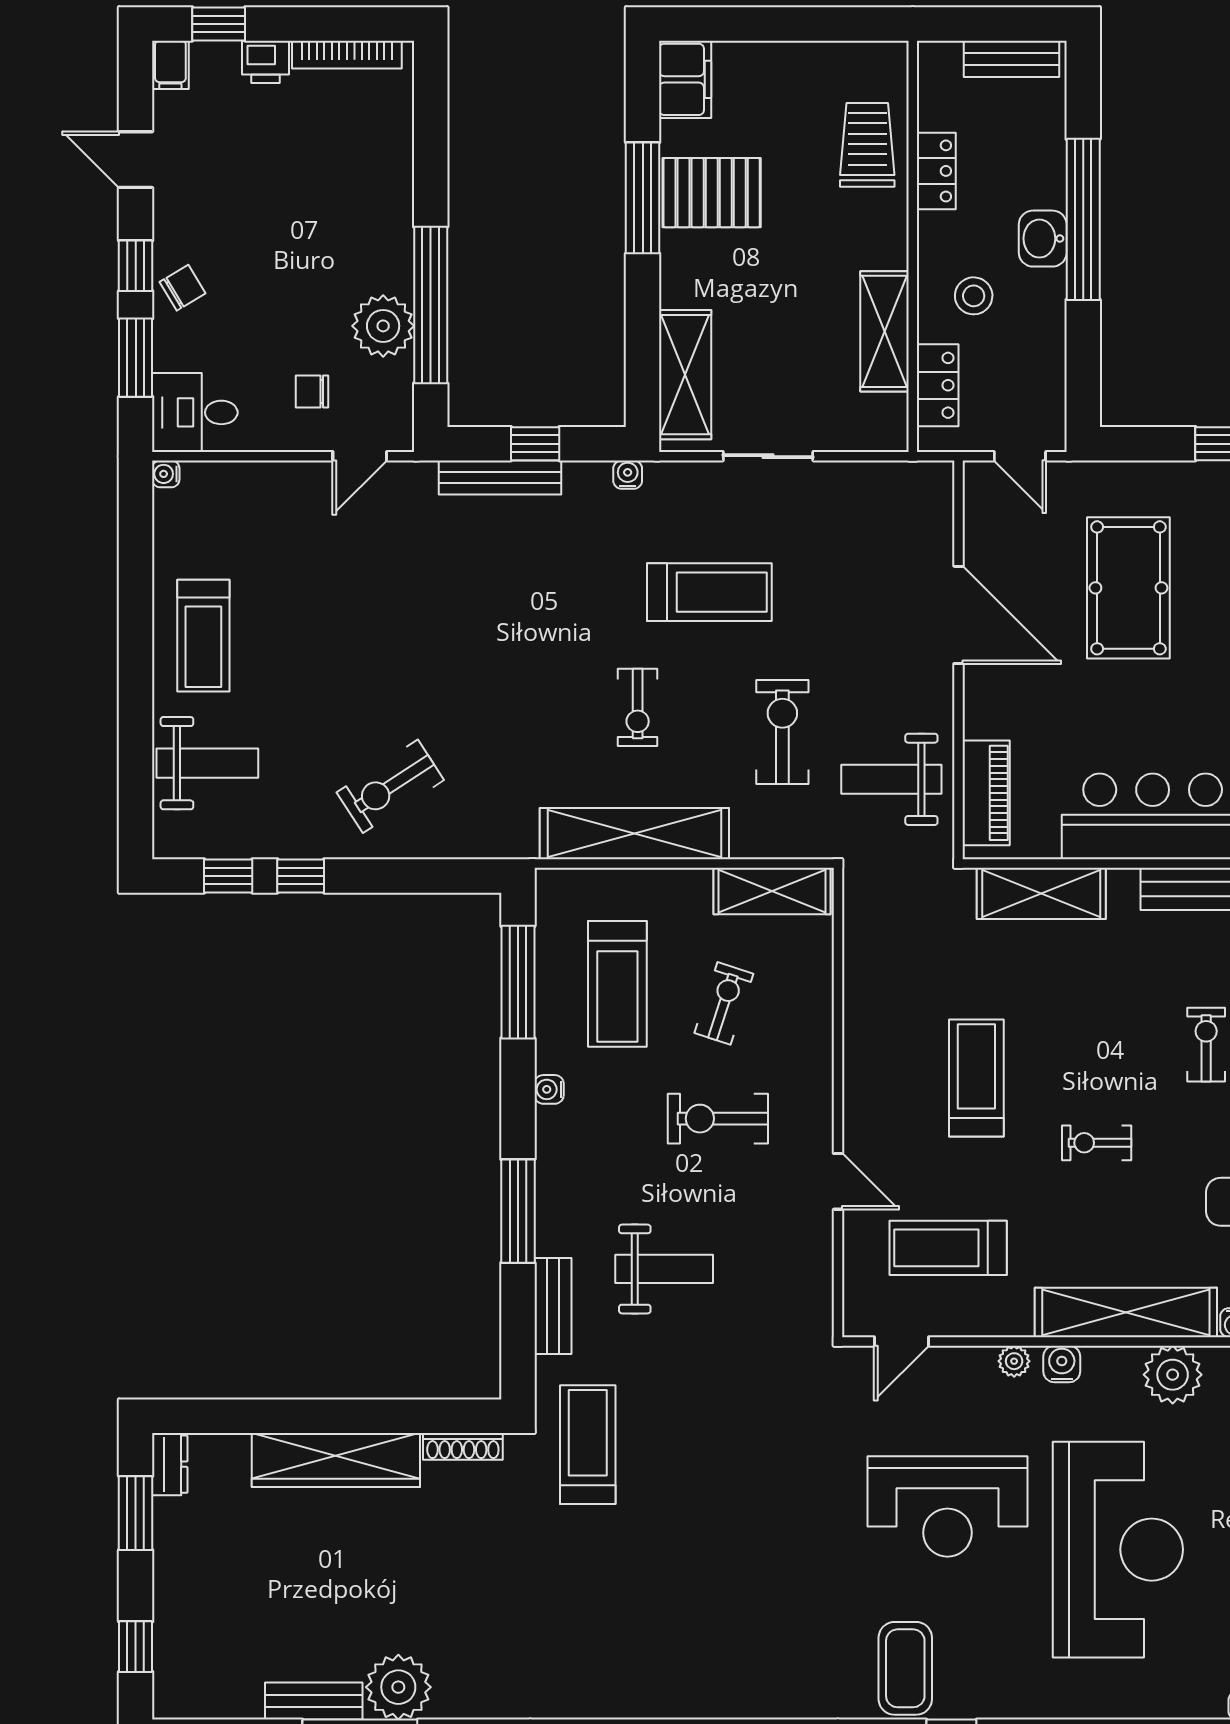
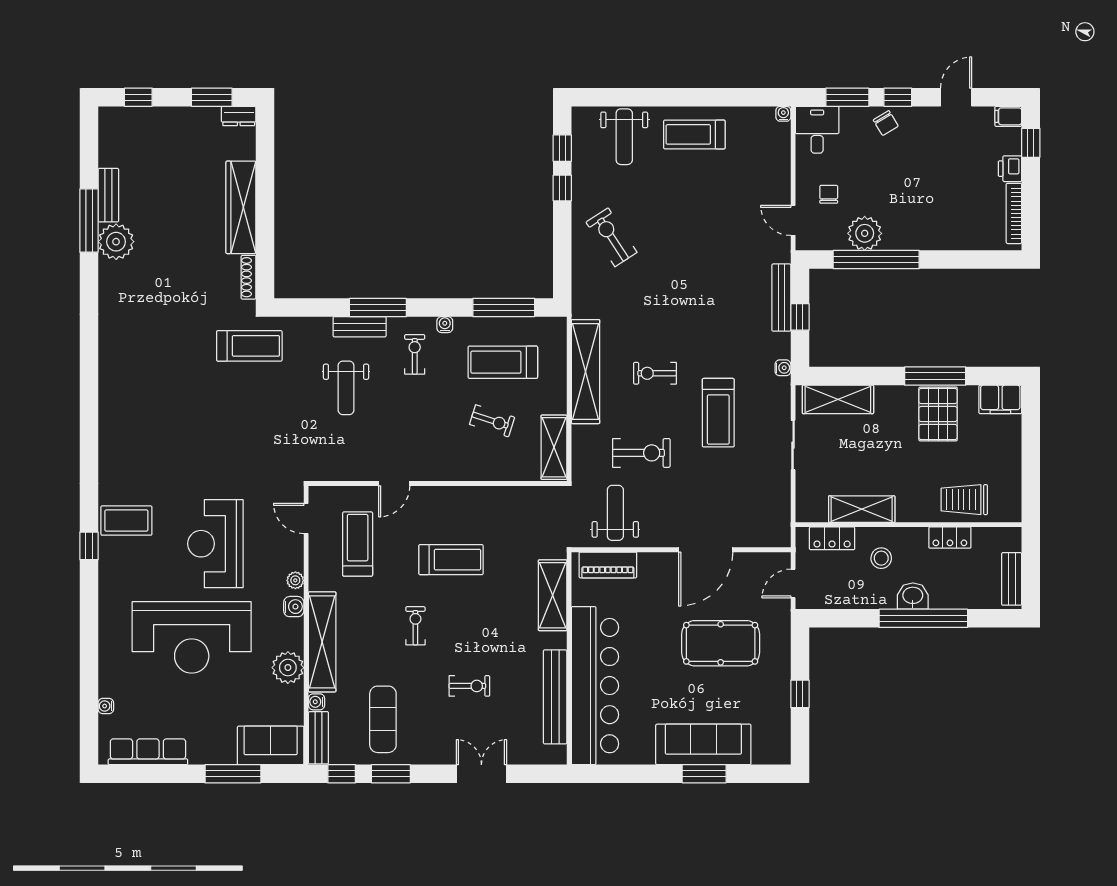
trolley: (867, 145) -> (964, 500), turned 180
exercise bike: (718, 1119) -> (415, 354), moved, width x0.73, depth x0.72
bench: (553, 1306) -> (360, 327), moved

